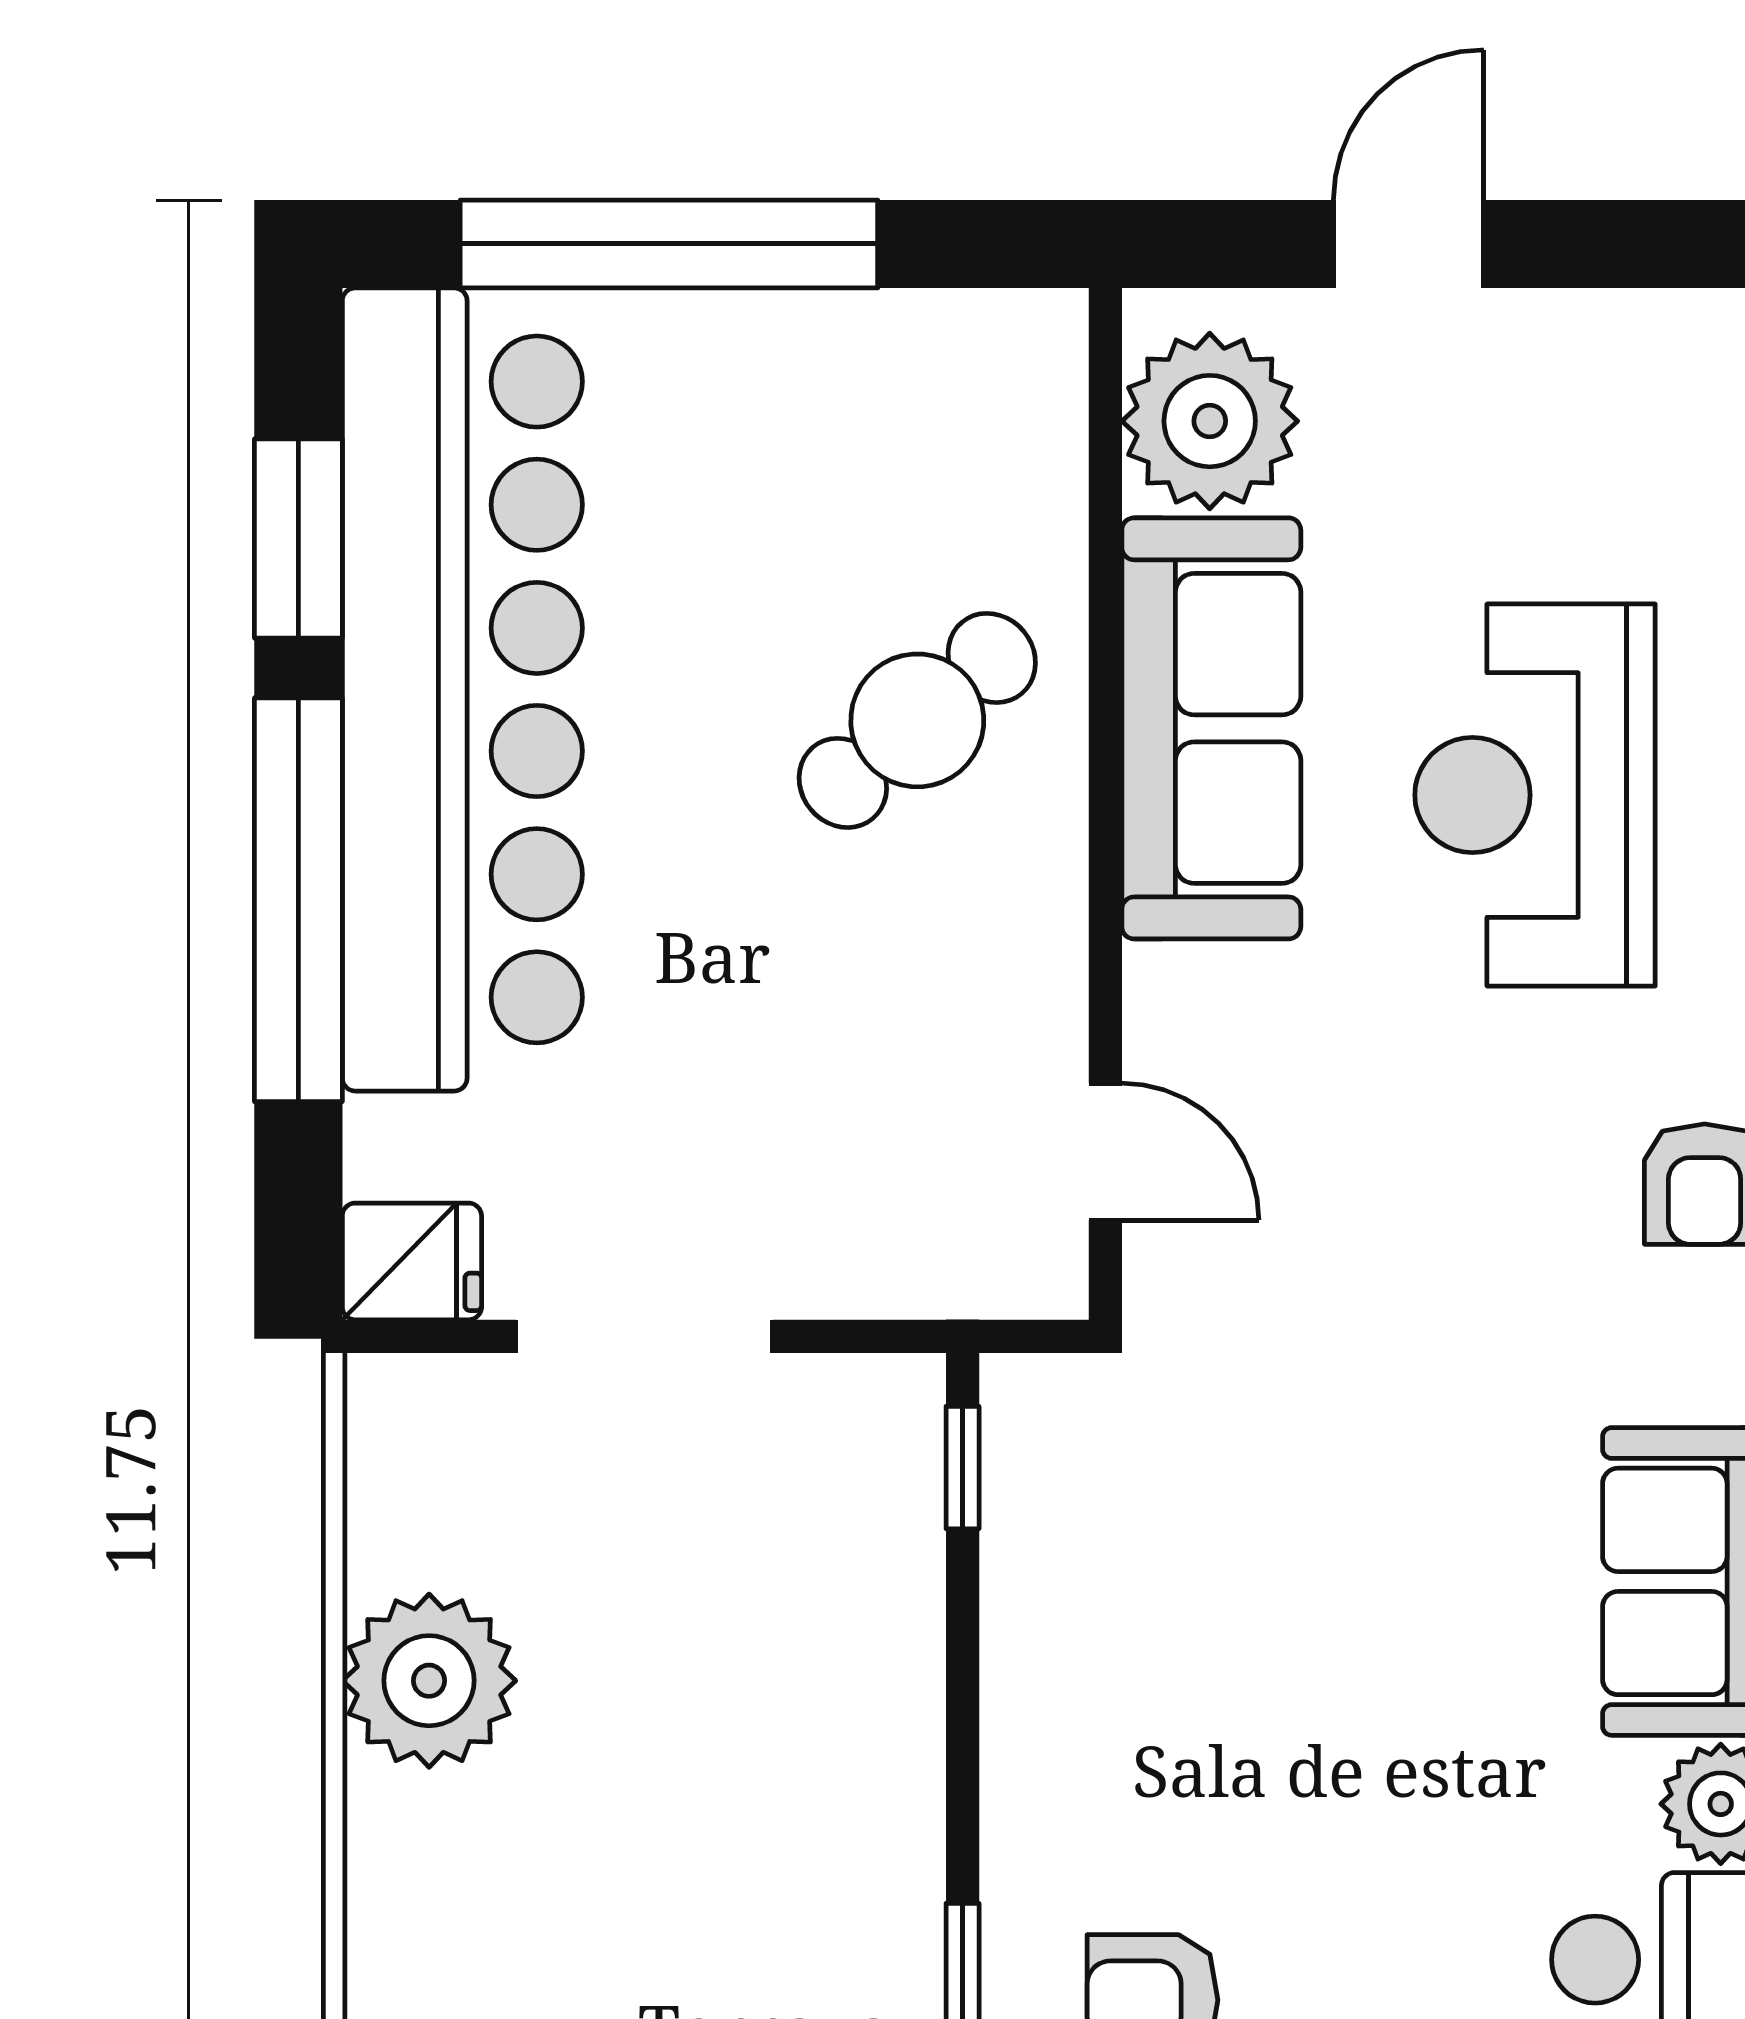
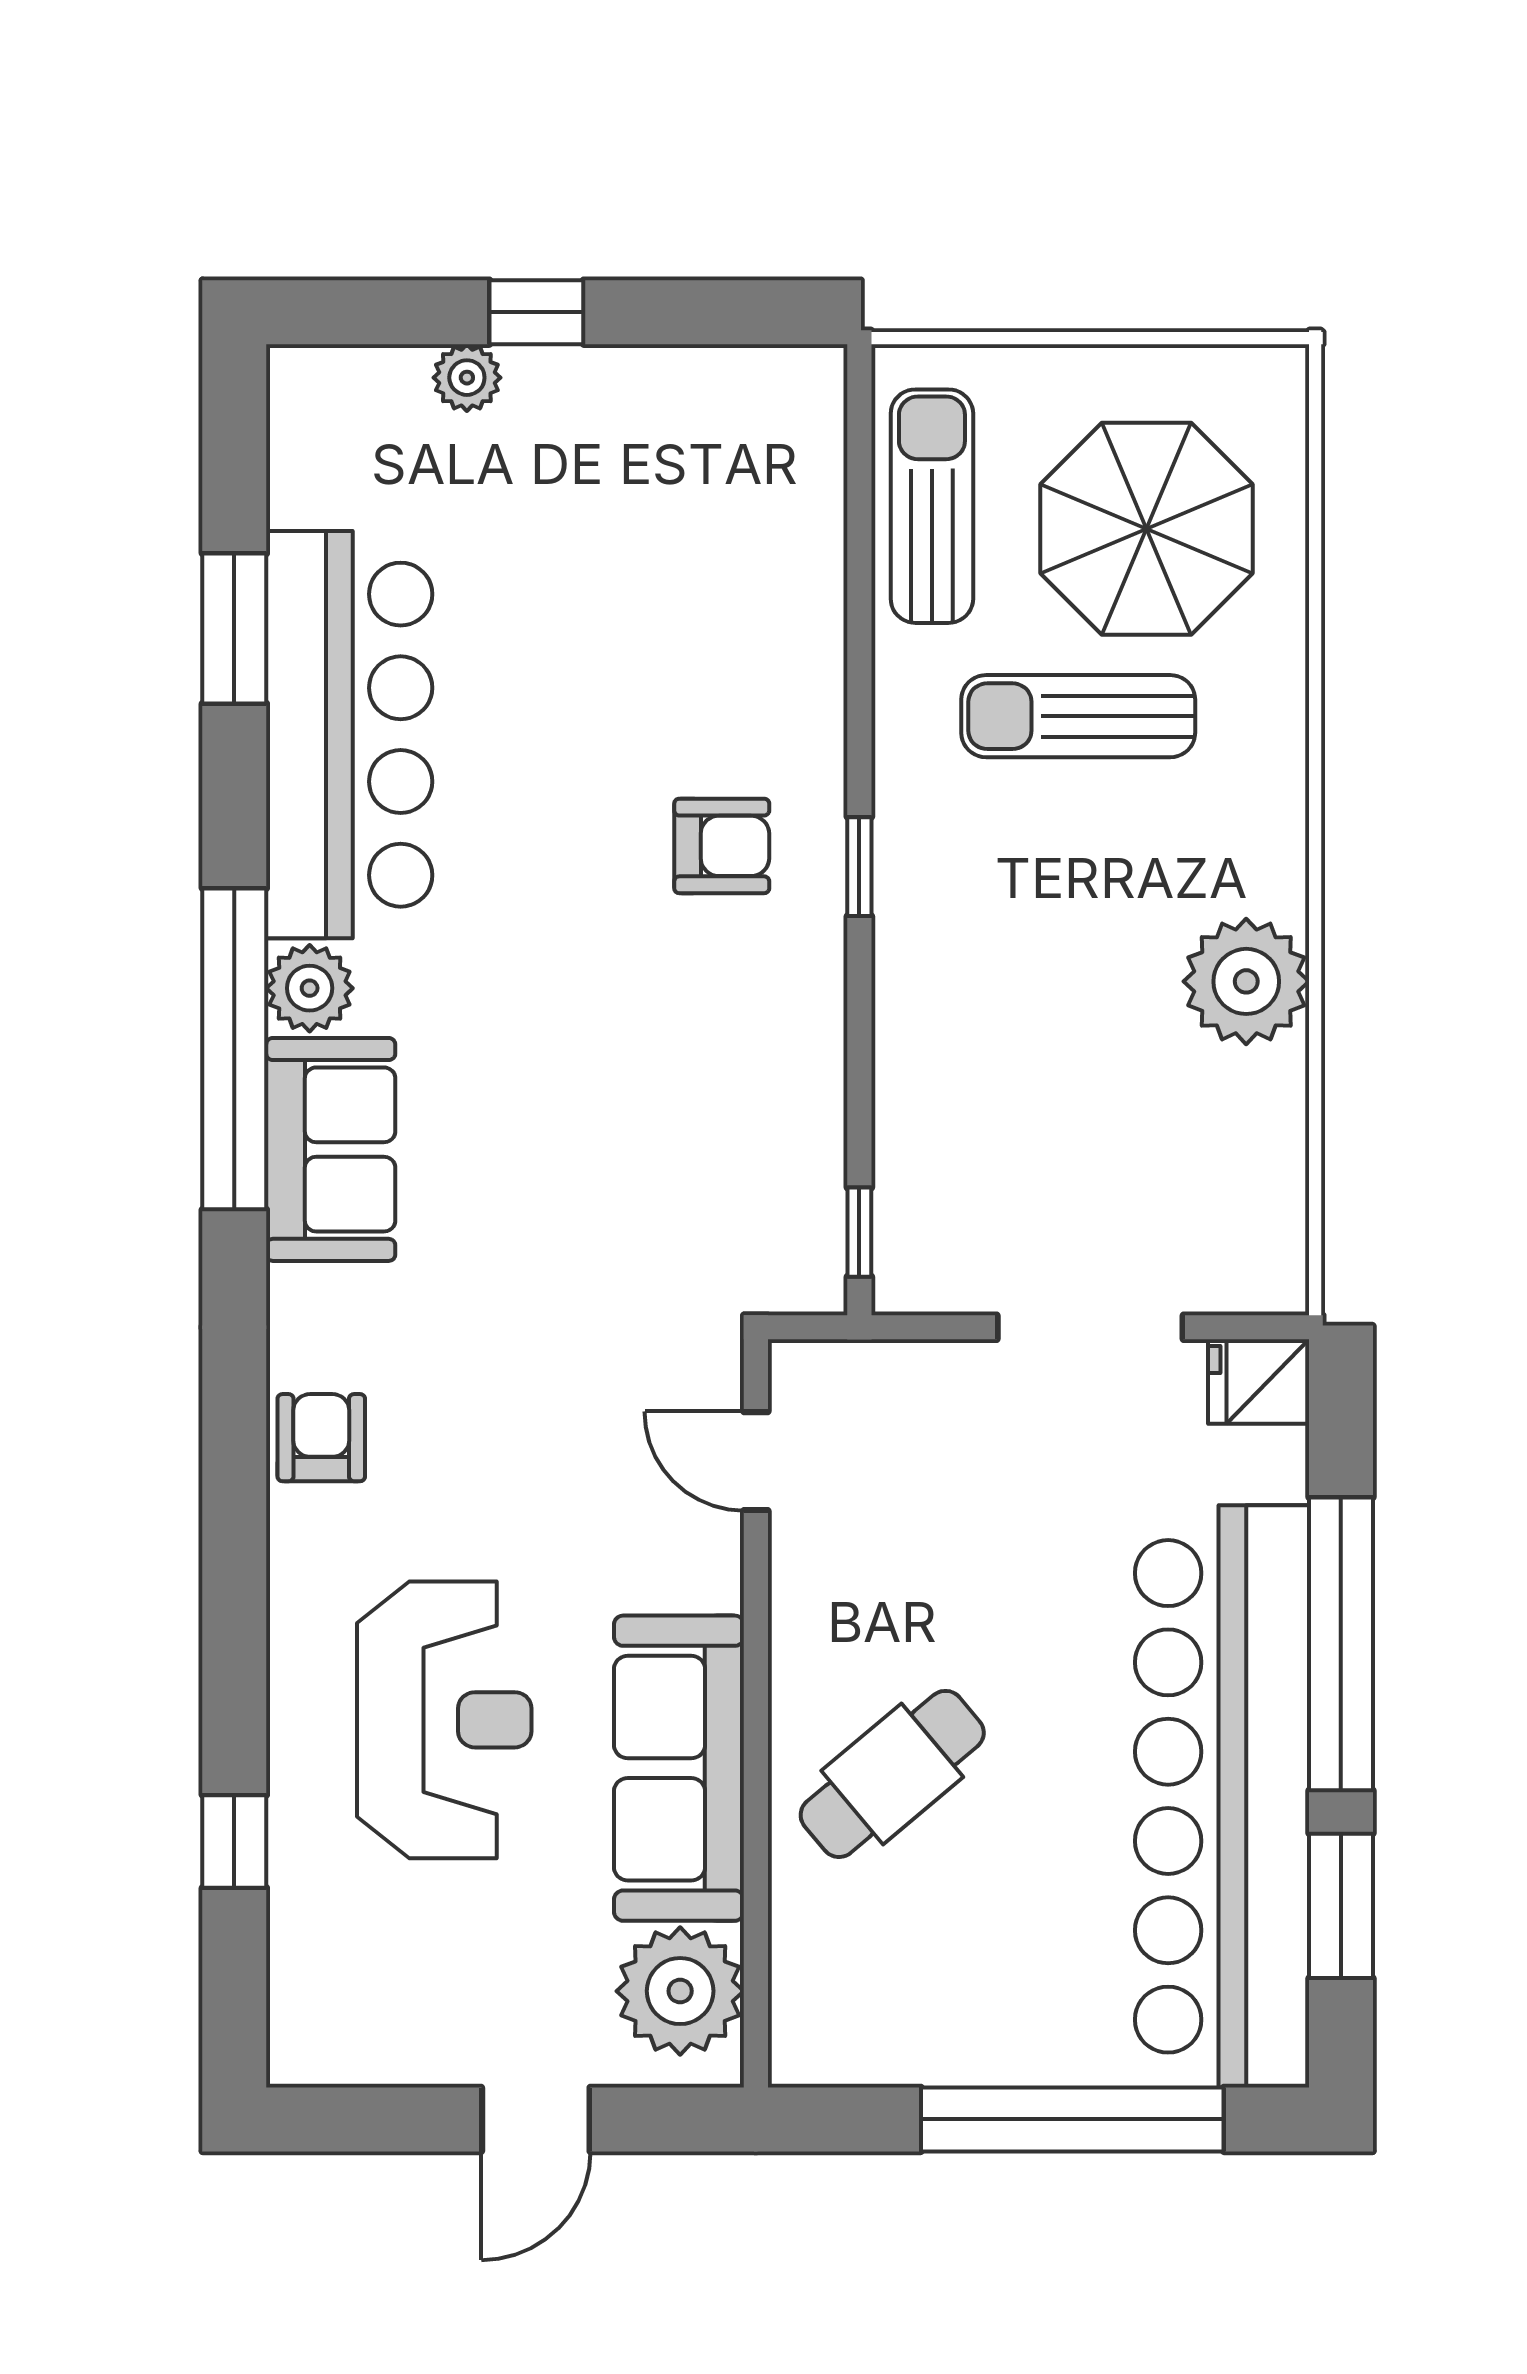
plant: (429, 1681) -> (1246, 981), moved

